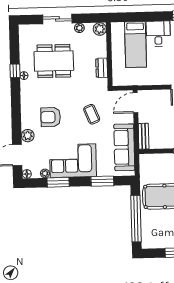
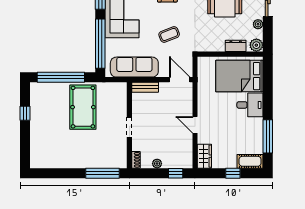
bed: (136, 45) -> (239, 76), width x1.50
dresser: (102, 68) -> (236, 46), moved
window: (102, 181) -> (100, 44), width x2.11

